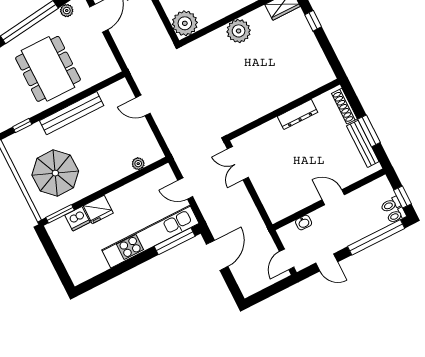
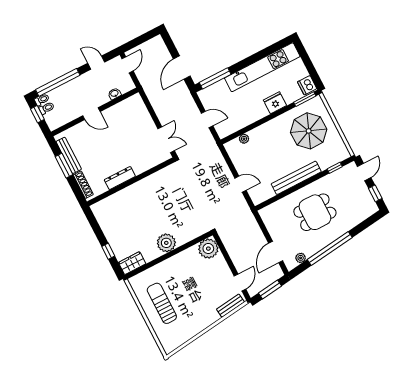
dining table: (48, 69) -> (315, 212), width x0.73
dishwasher: (77, 219) -> (307, 85), moved, turned -90
kitchen unit: (150, 237) -> (262, 67), moved

